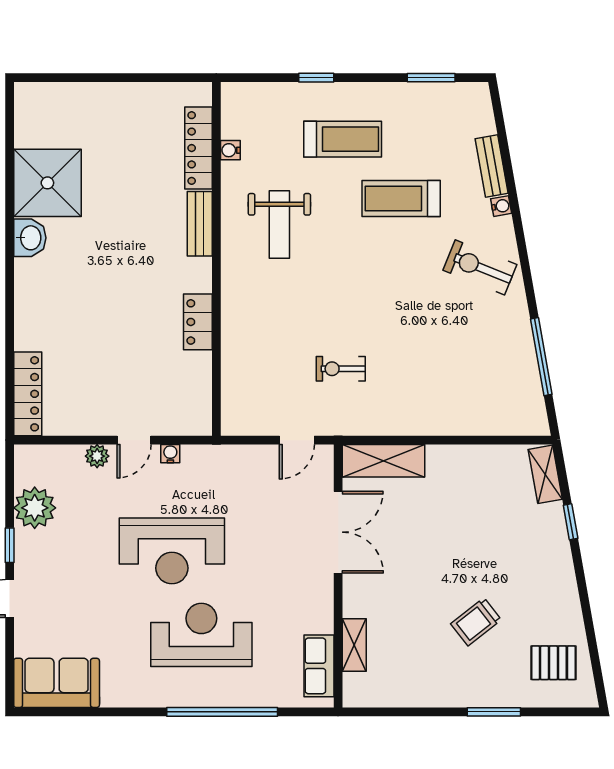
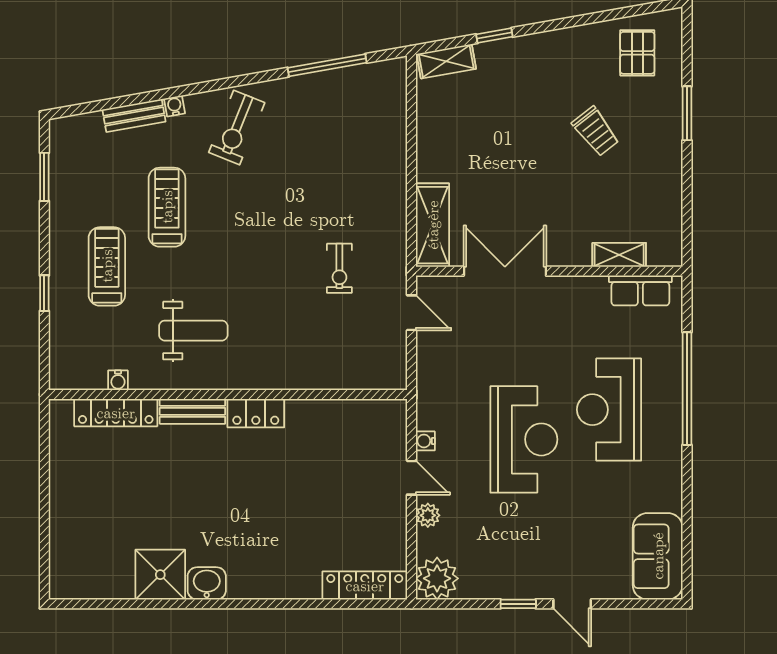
shower: (47, 183) -> (160, 575), width x0.73, depth x0.73
treadmill: (401, 199) -> (167, 207), turned 180
locker: (198, 322) -> (256, 413), moved
plant: (35, 508) -> (437, 578), moved

